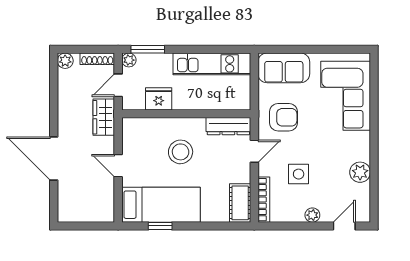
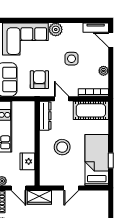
plant: (360, 172) -> (56, 29), moved
side table: (299, 174) -> (71, 59), moved
cot: (240, 203) -> (91, 110), width x1.37, depth x1.34
tv unit: (363, 203) -> (96, 28), added
plant: (312, 215) -> (103, 71), moved

